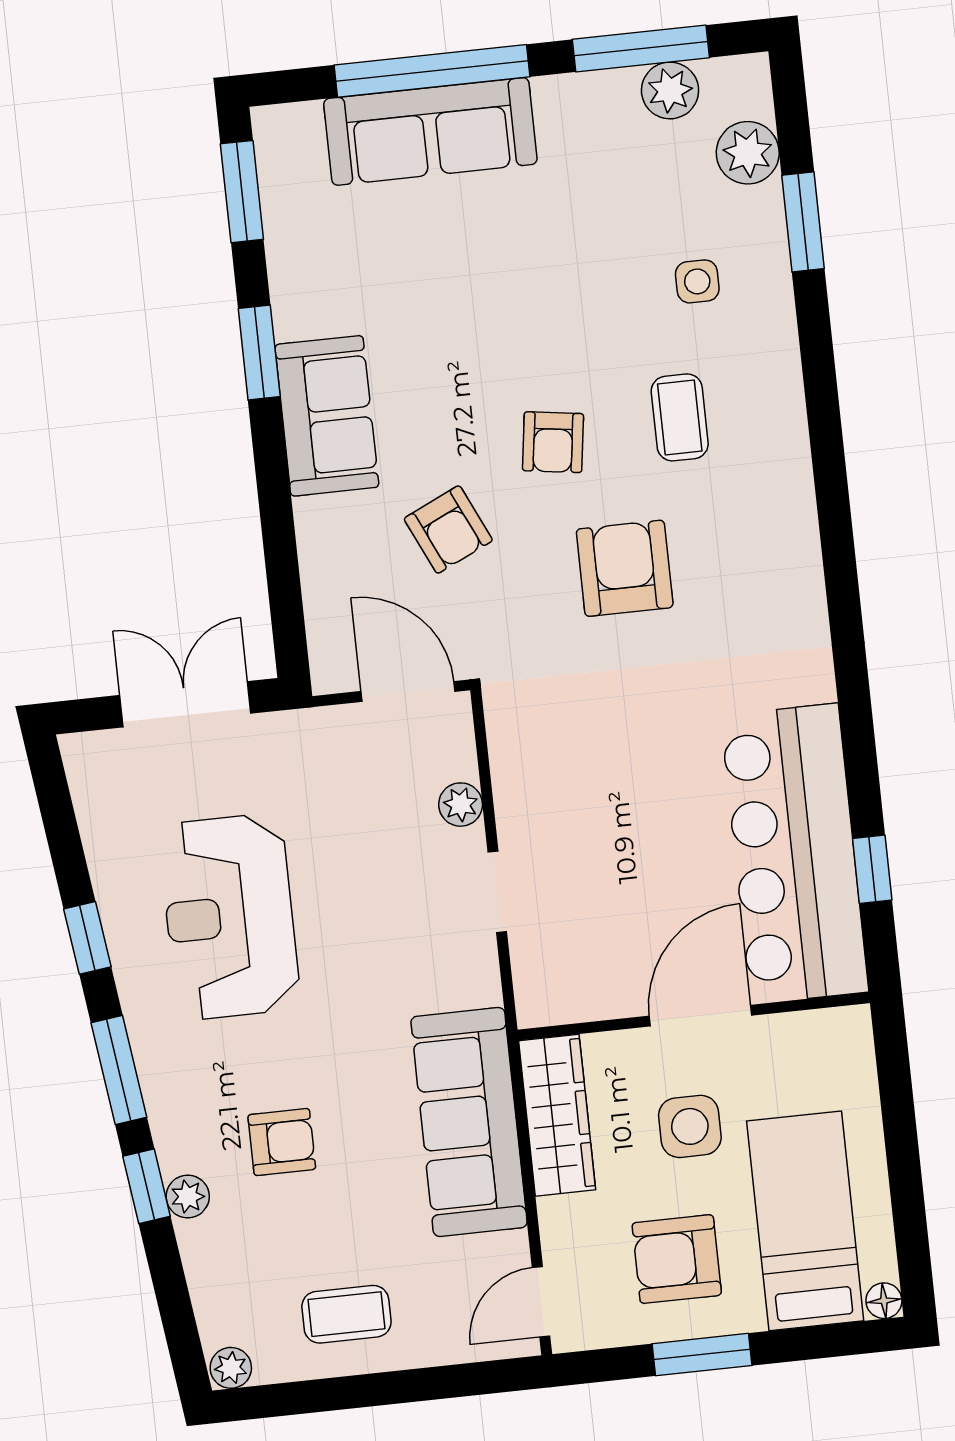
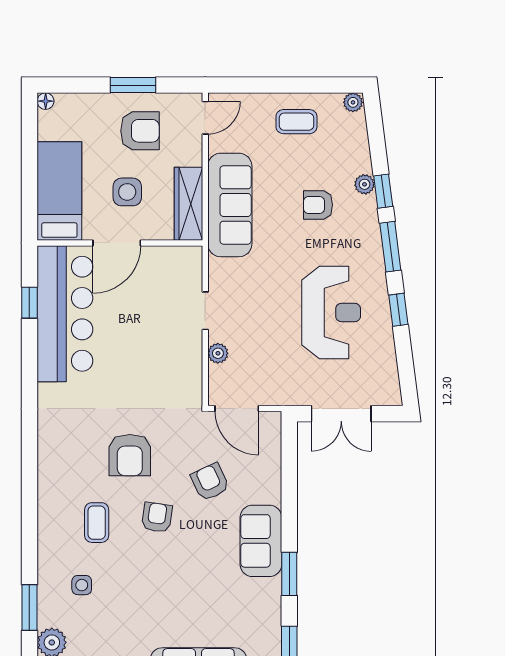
bed: (805, 1221) -> (59, 191), moved, turned 180

